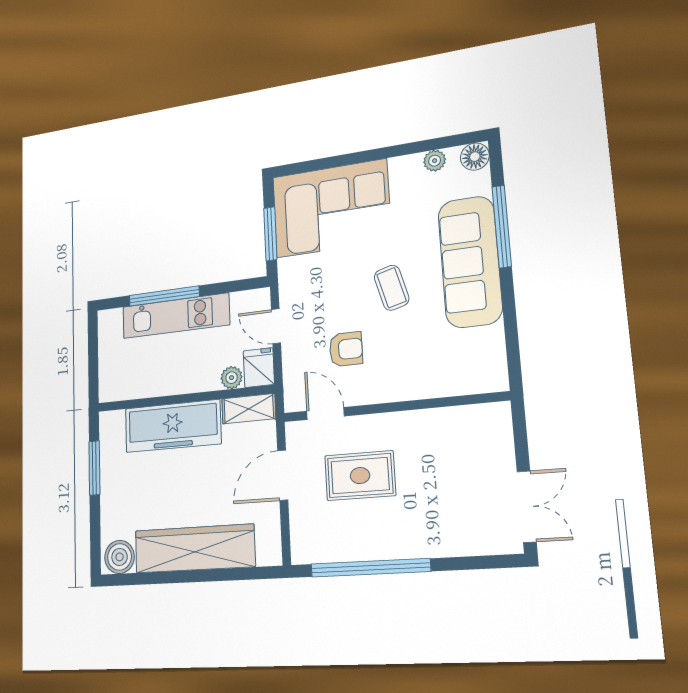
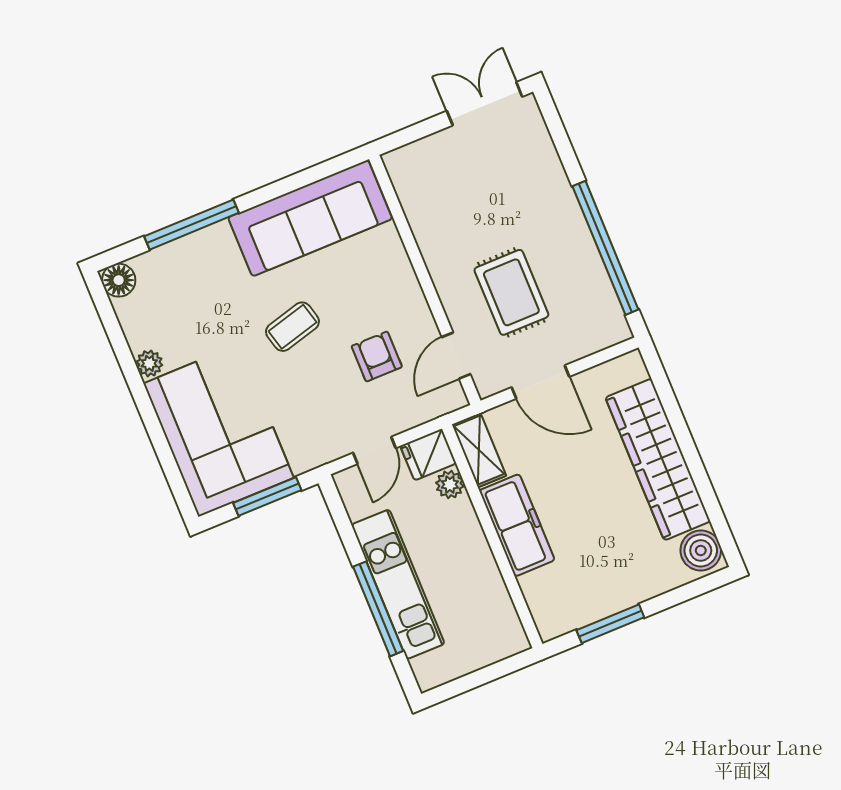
plant: (435, 161) -> (149, 363), moved
sofa: (470, 262) -> (310, 218), moved
freezer: (173, 426) -> (517, 525), width x0.73, depth x0.79

